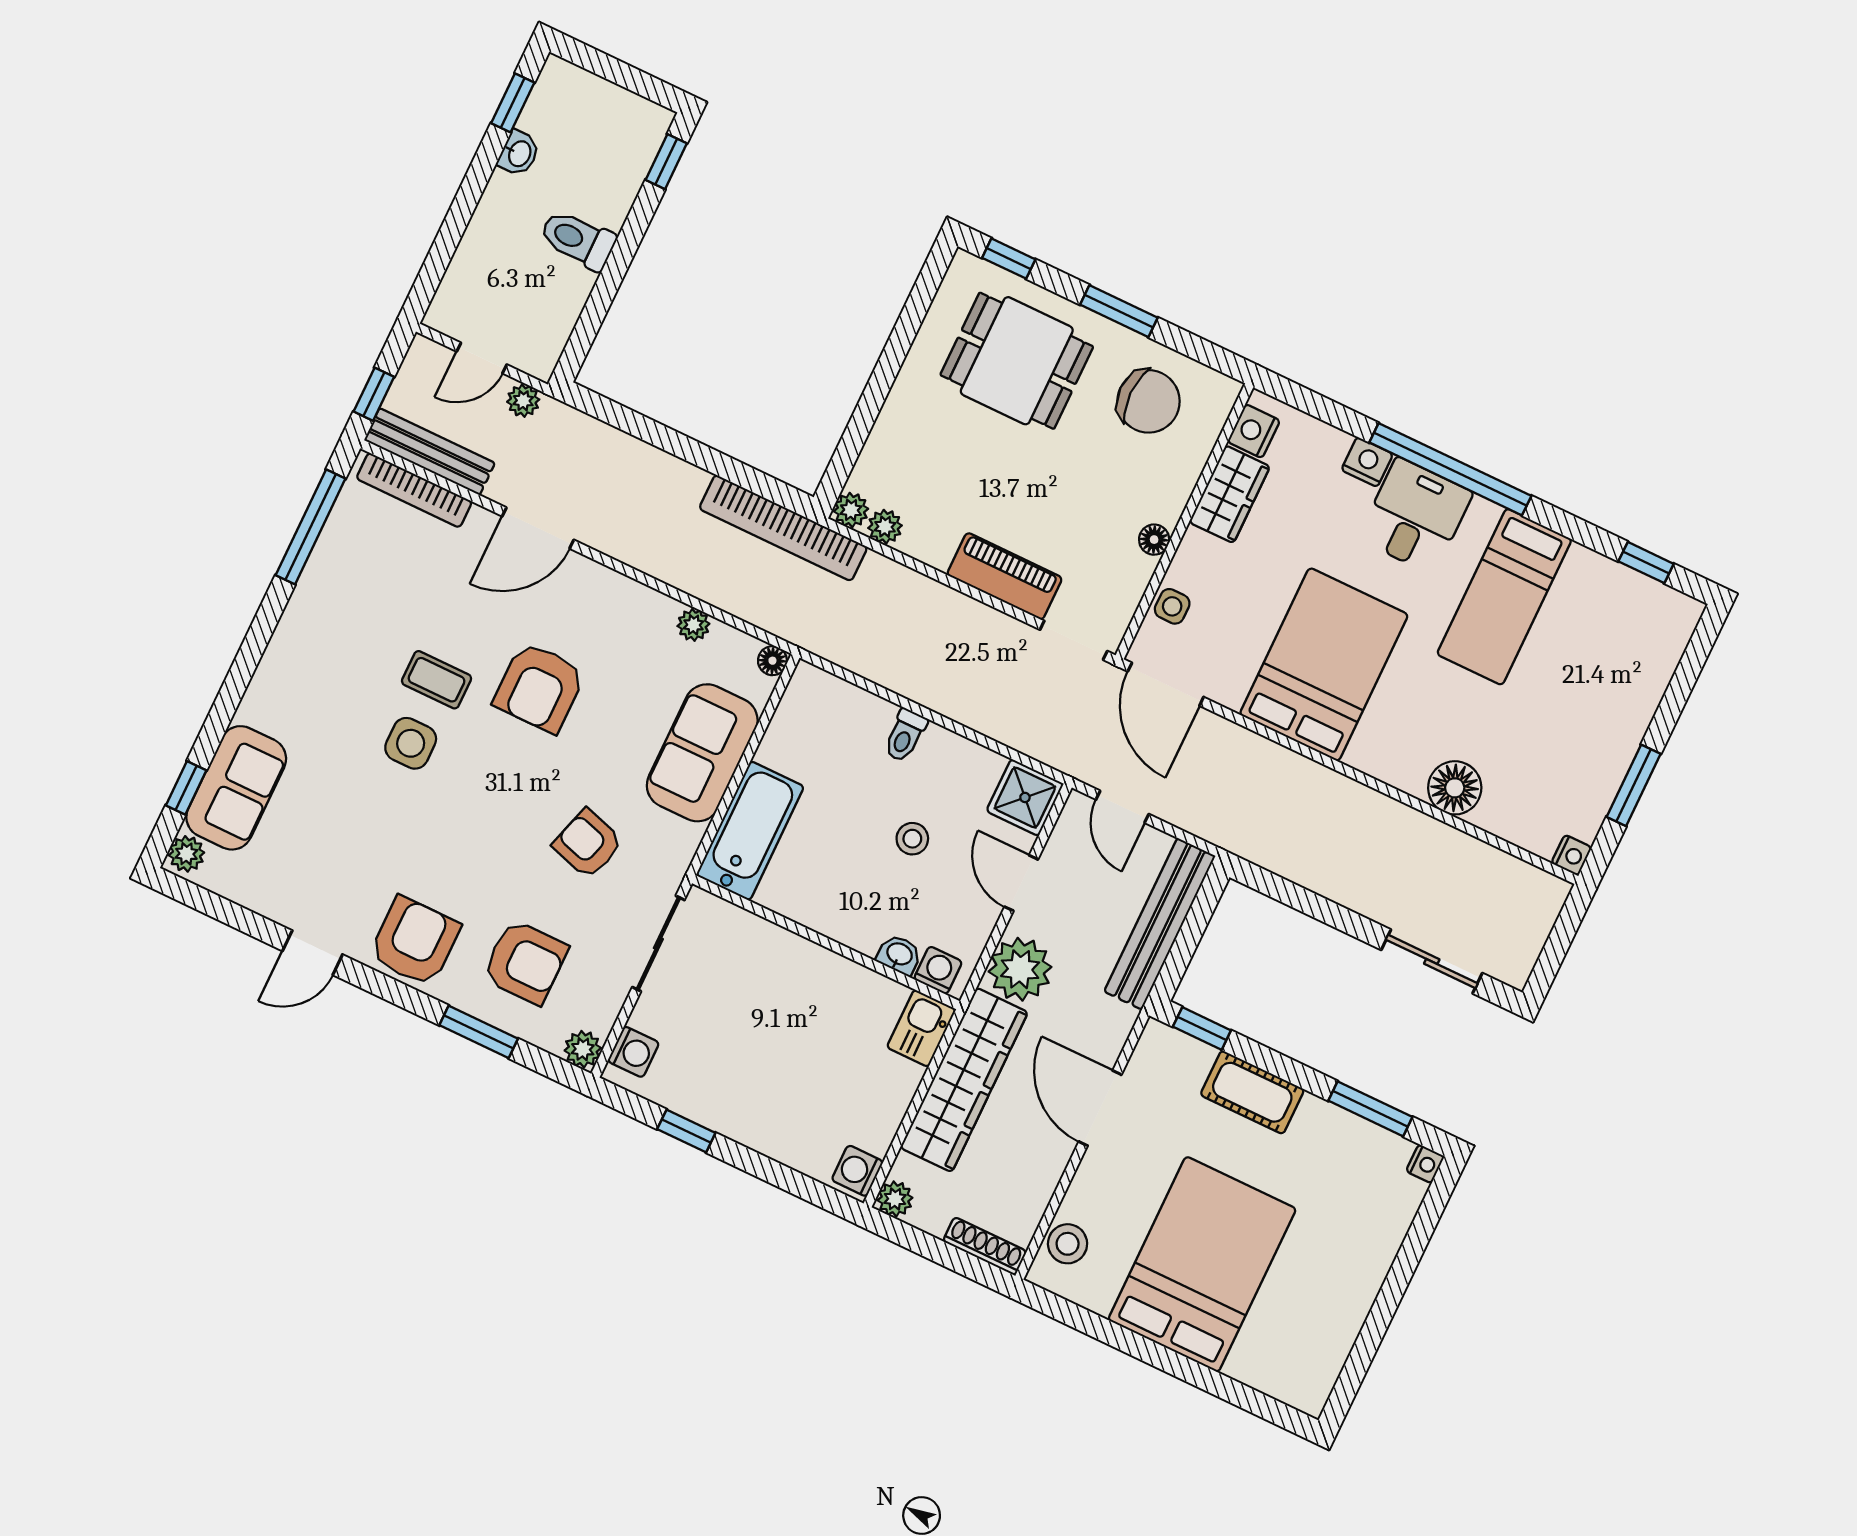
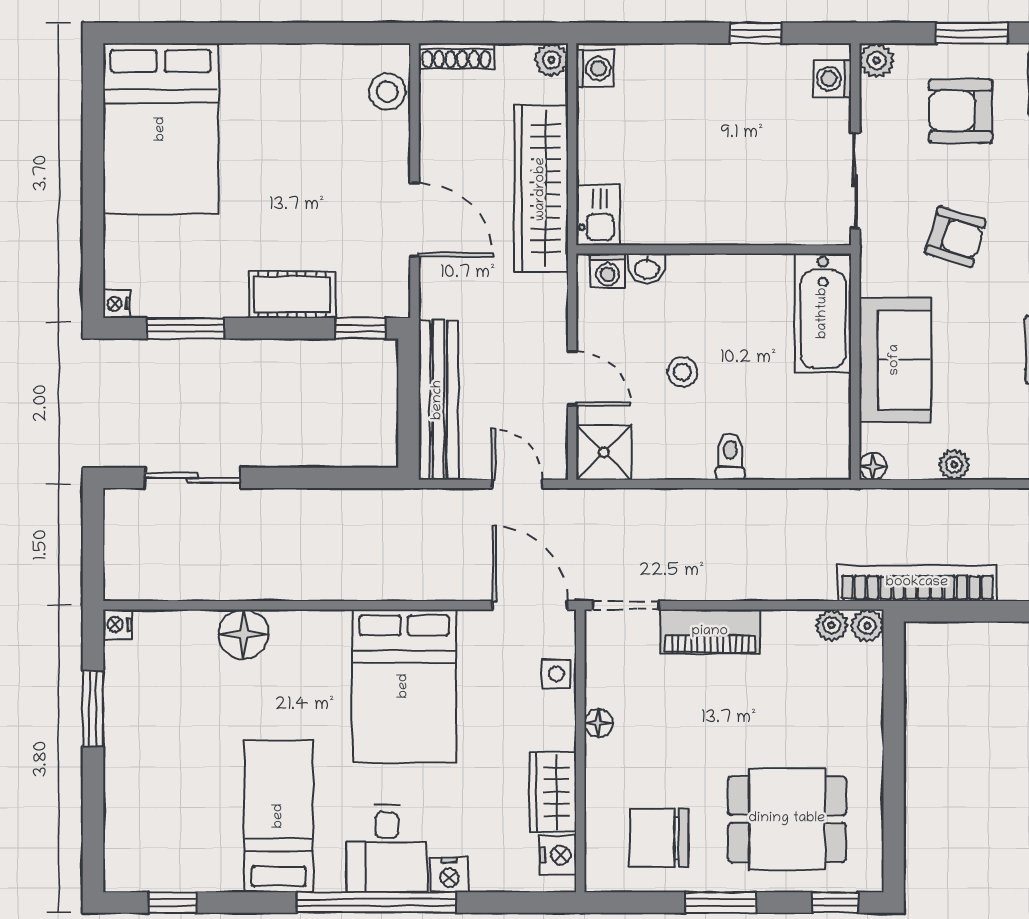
plant: (1020, 969) -> (538, 305), removed
bed: (1202, 1264) -> (161, 129), moved

